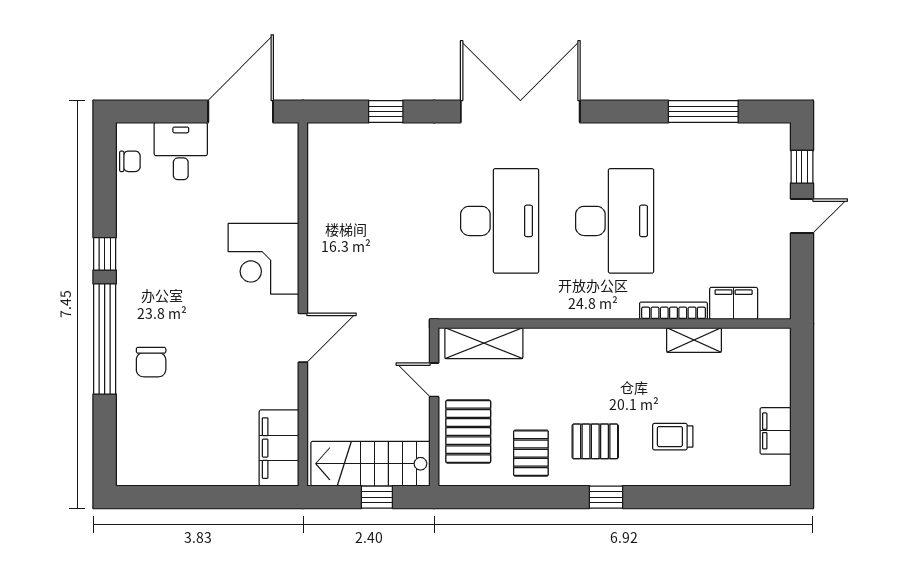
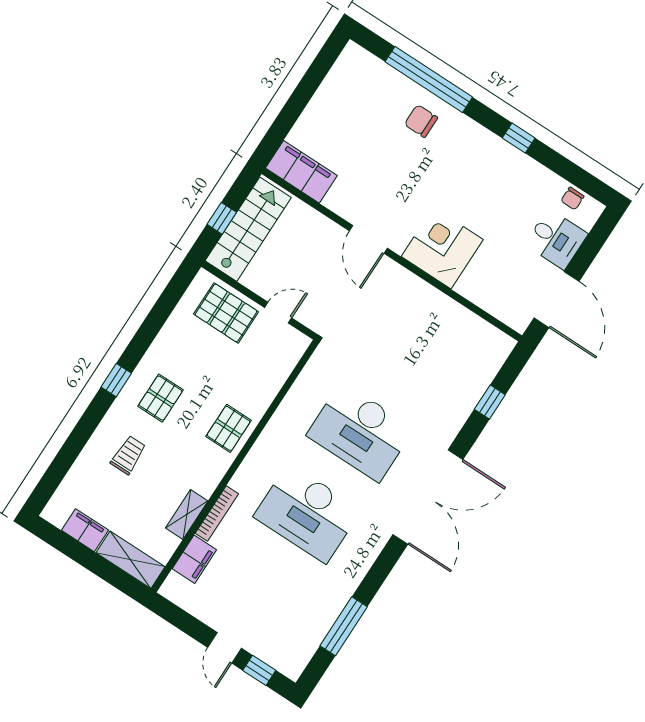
window: (105, 339) -> (429, 79), moved
shelving: (484, 343) -> (130, 560), moved, turned 90
pallet: (531, 453) -> (229, 428), moved, turned 90

